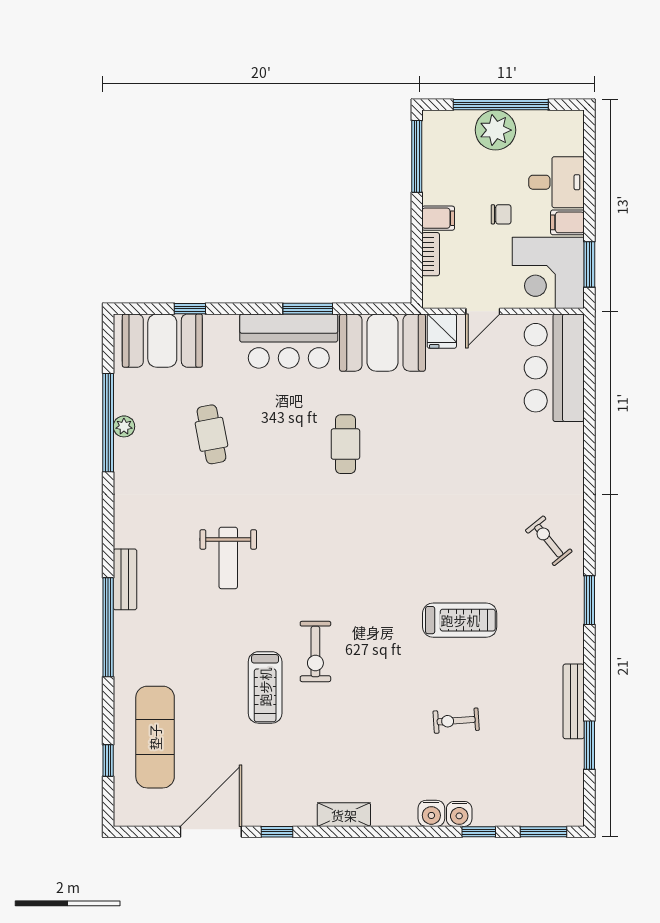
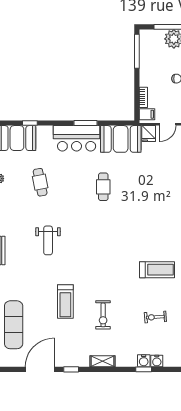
filing cabinet: (438, 218) -> (147, 114), moved
exercise bike: (315, 652) -> (103, 315), moved
window: (479, 832) -> (144, 369), moved

